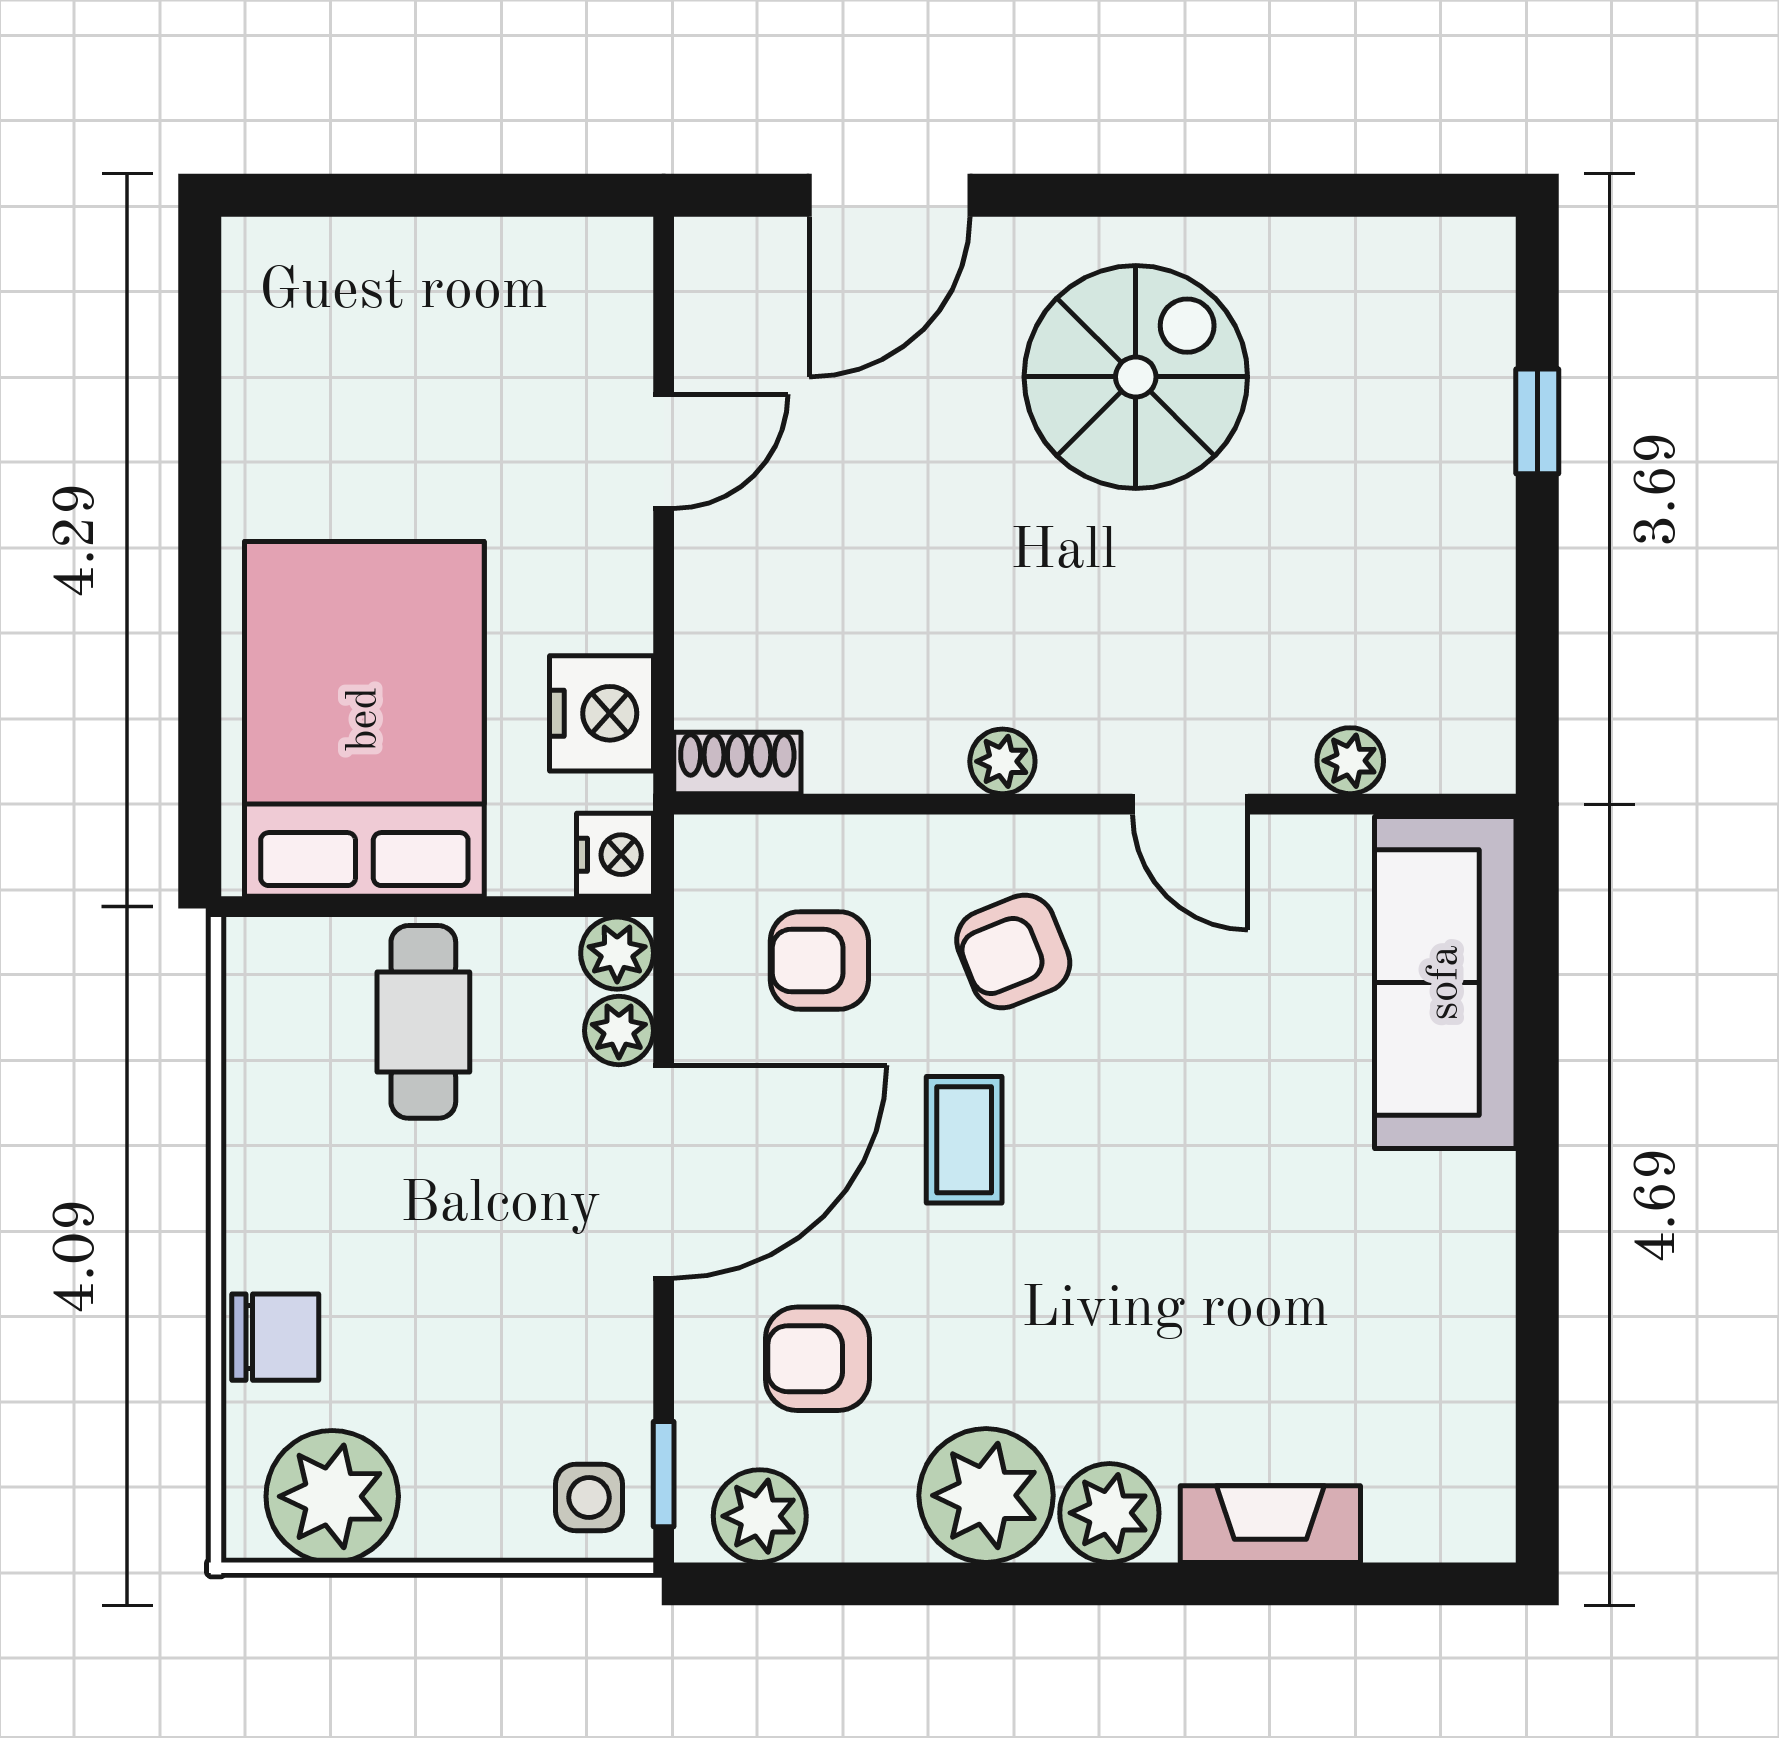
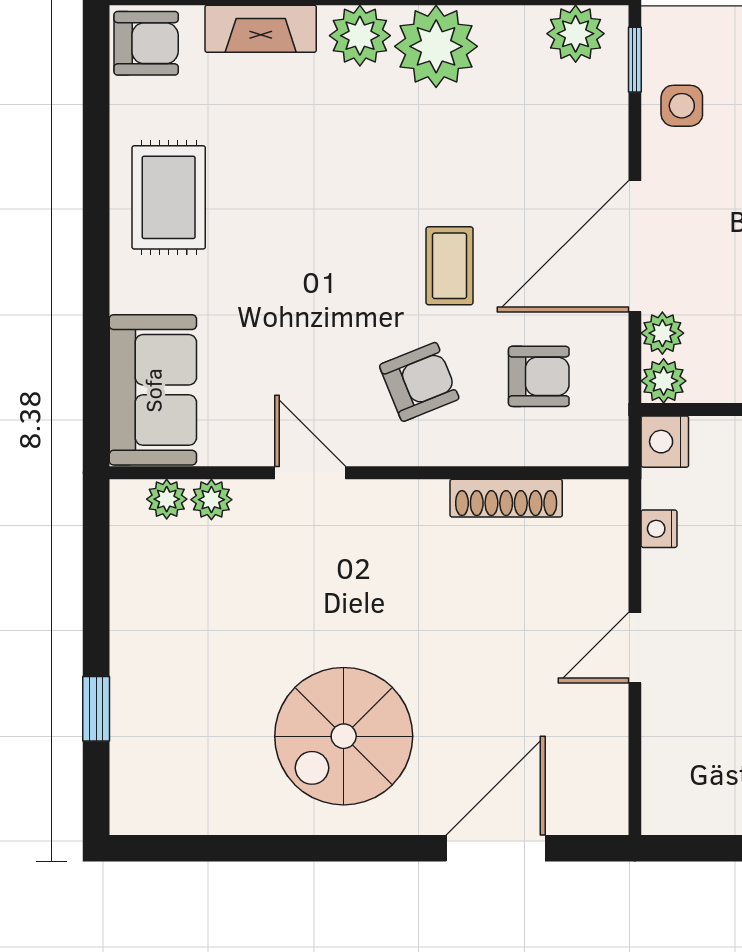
door: (664, 451) -> (635, 648), moved
nightstand: (601, 713) -> (659, 529), width x0.53, depth x0.56
plant: (1002, 761) -> (167, 499), moved
shoe rack: (737, 763) -> (506, 498), moved, width x1.43
sofa: (1445, 983) -> (153, 390), width x0.73
rug: (1420, 1251) -> (169, 197), added
armchair: (818, 1359) -> (146, 43), moved
side table: (589, 1498) -> (682, 106), moved

